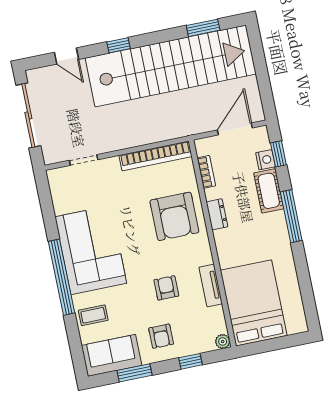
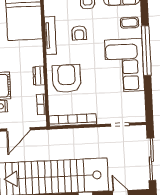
tv unit: (211, 286) -> (50, 35), width x1.41

